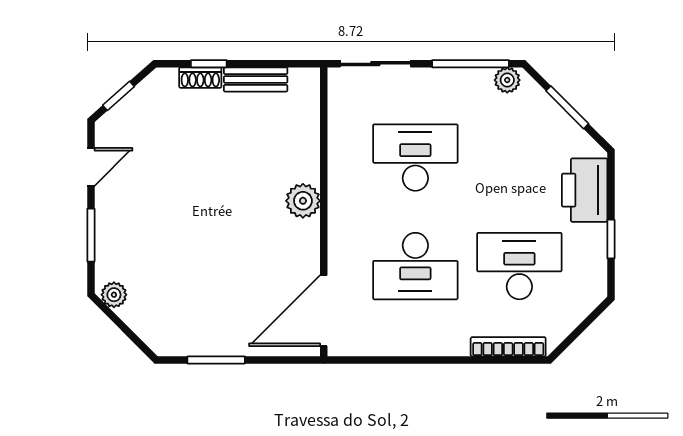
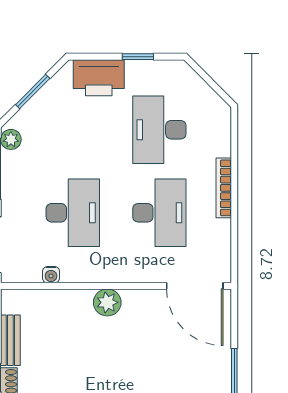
water cooler: (338, 130) -> (51, 275), added
desk: (415, 158) -> (73, 213), turned 180
bookcase: (508, 347) -> (224, 188), moved

